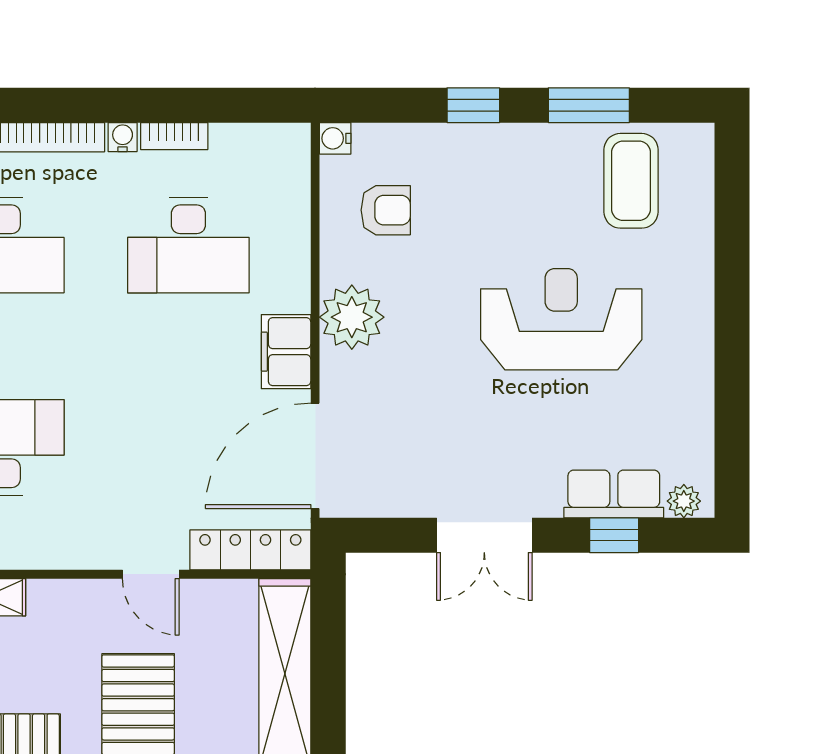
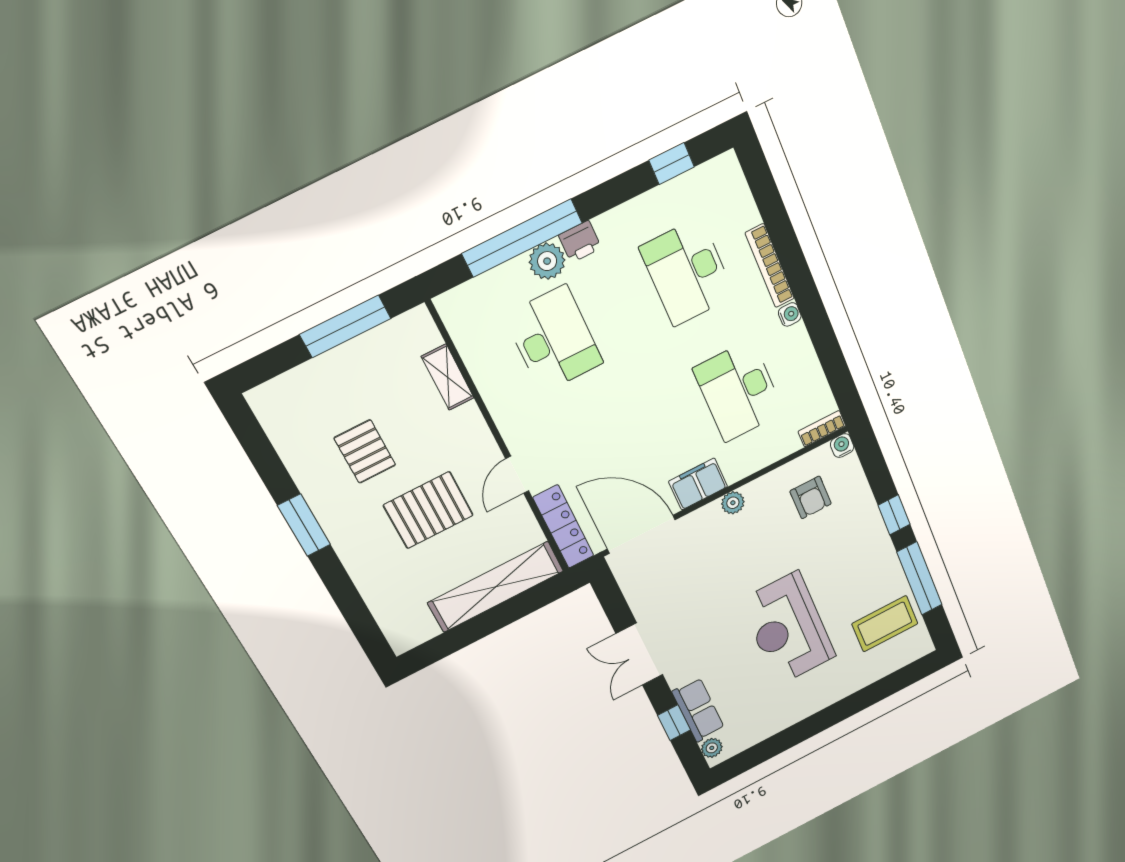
window: (589, 105) -> (919, 578), width x1.44
bookcase: (174, 136) -> (822, 429), moved, turned 90
plant: (352, 317) -> (733, 503), width x0.53, depth x0.53
reception desk: (561, 319) -> (788, 629), turned 180

